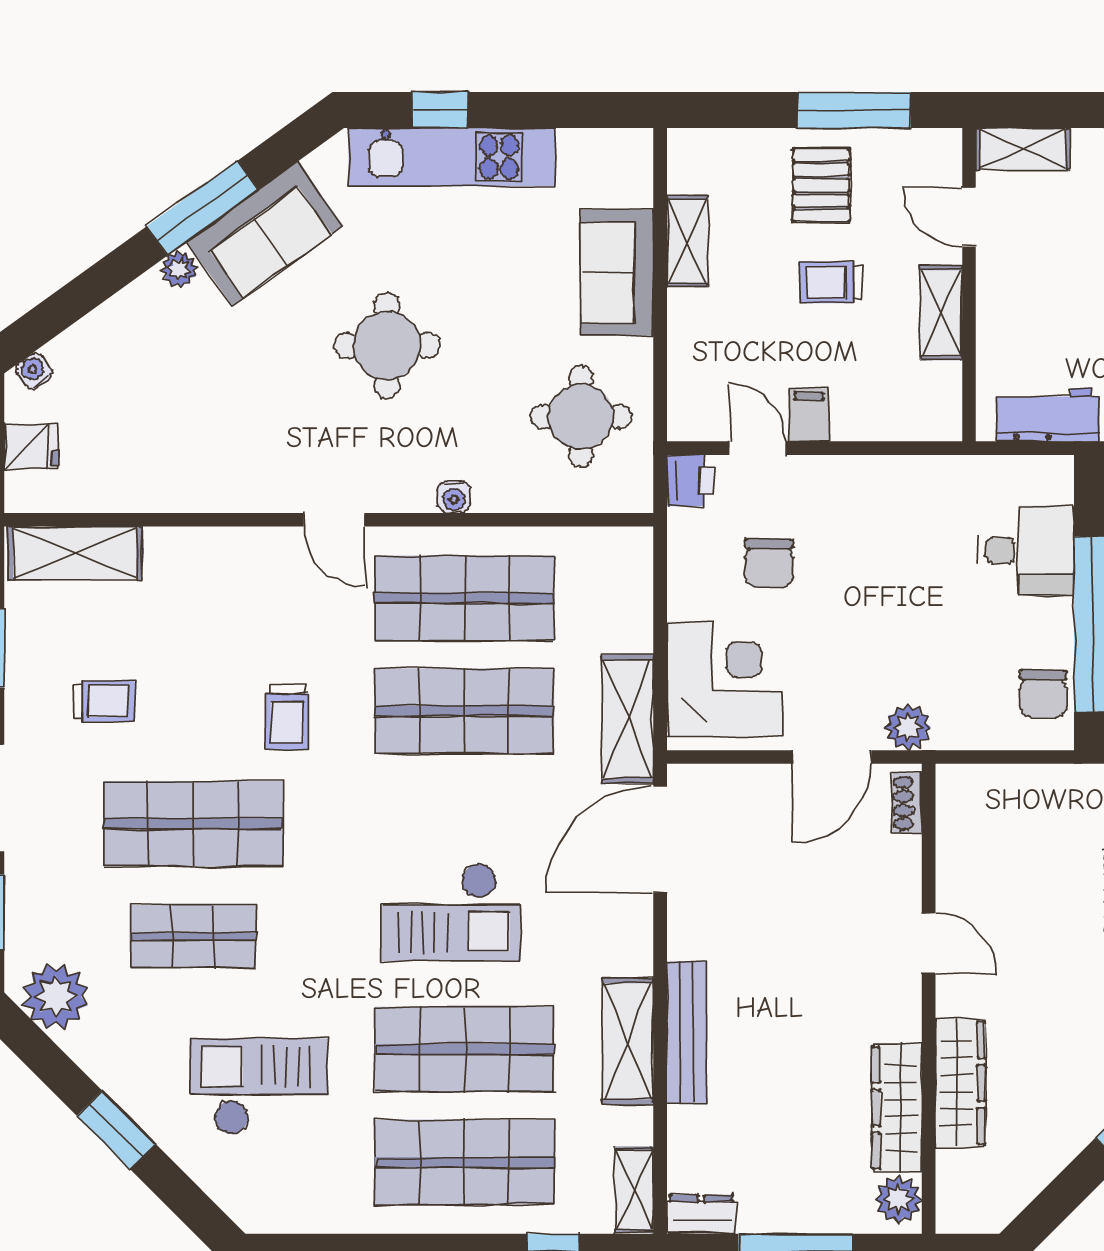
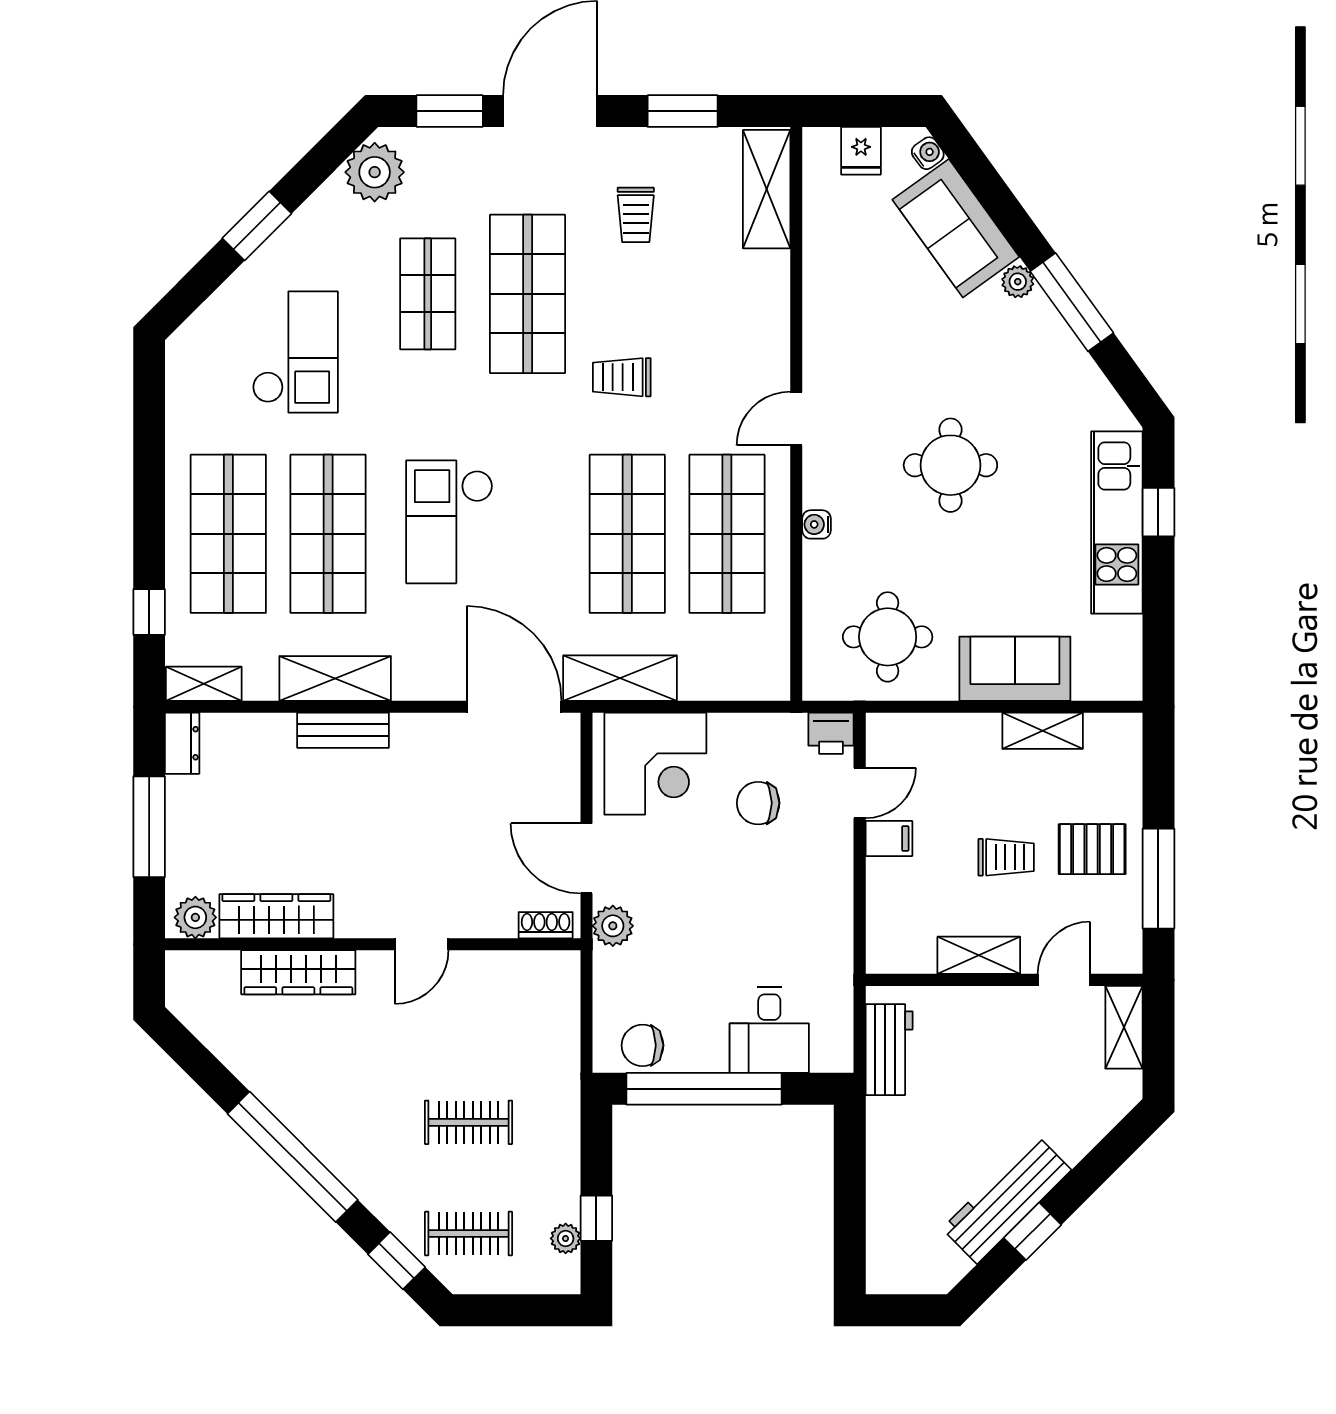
sofa: (265, 234) -> (956, 228), moved
trolley: (830, 282) -> (1006, 857), turned 90
bench: (687, 1032) -> (343, 730), width x0.73

